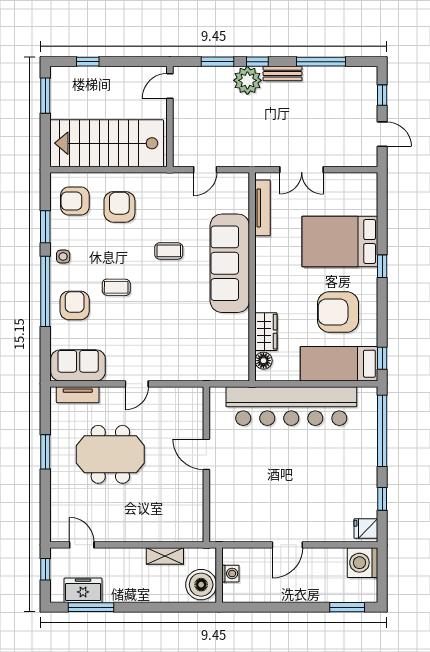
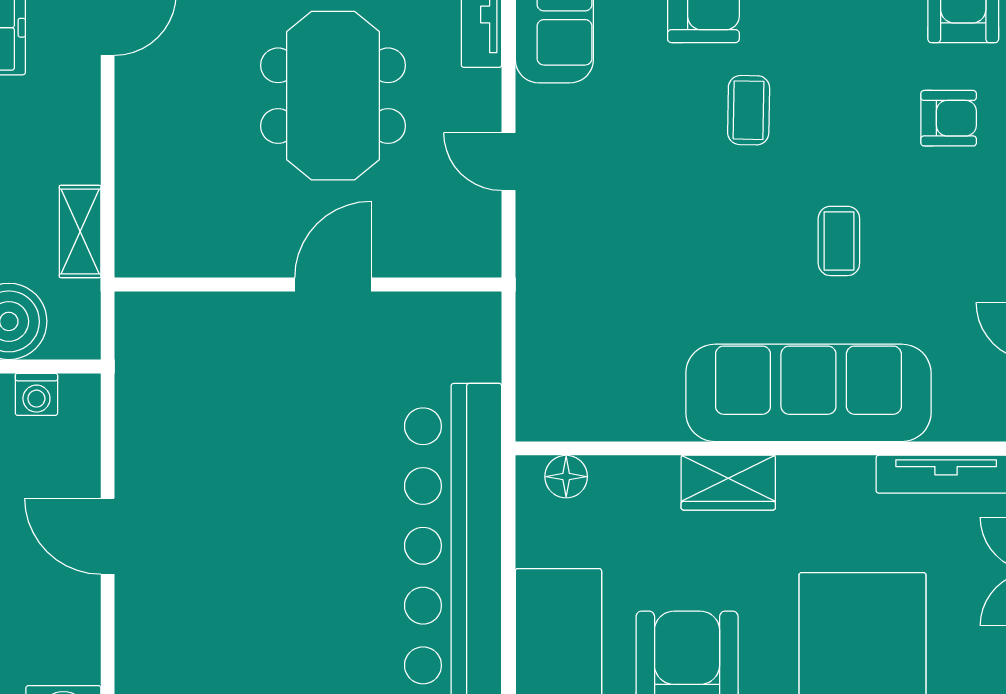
armchair: (119, 207) -> (949, 118), width x0.72, depth x0.72
wardrobe: (266, 332) -> (728, 483), moved
door: (206, 454) -> (333, 284), moved
wall: (206, 464) -> (308, 284), moved

